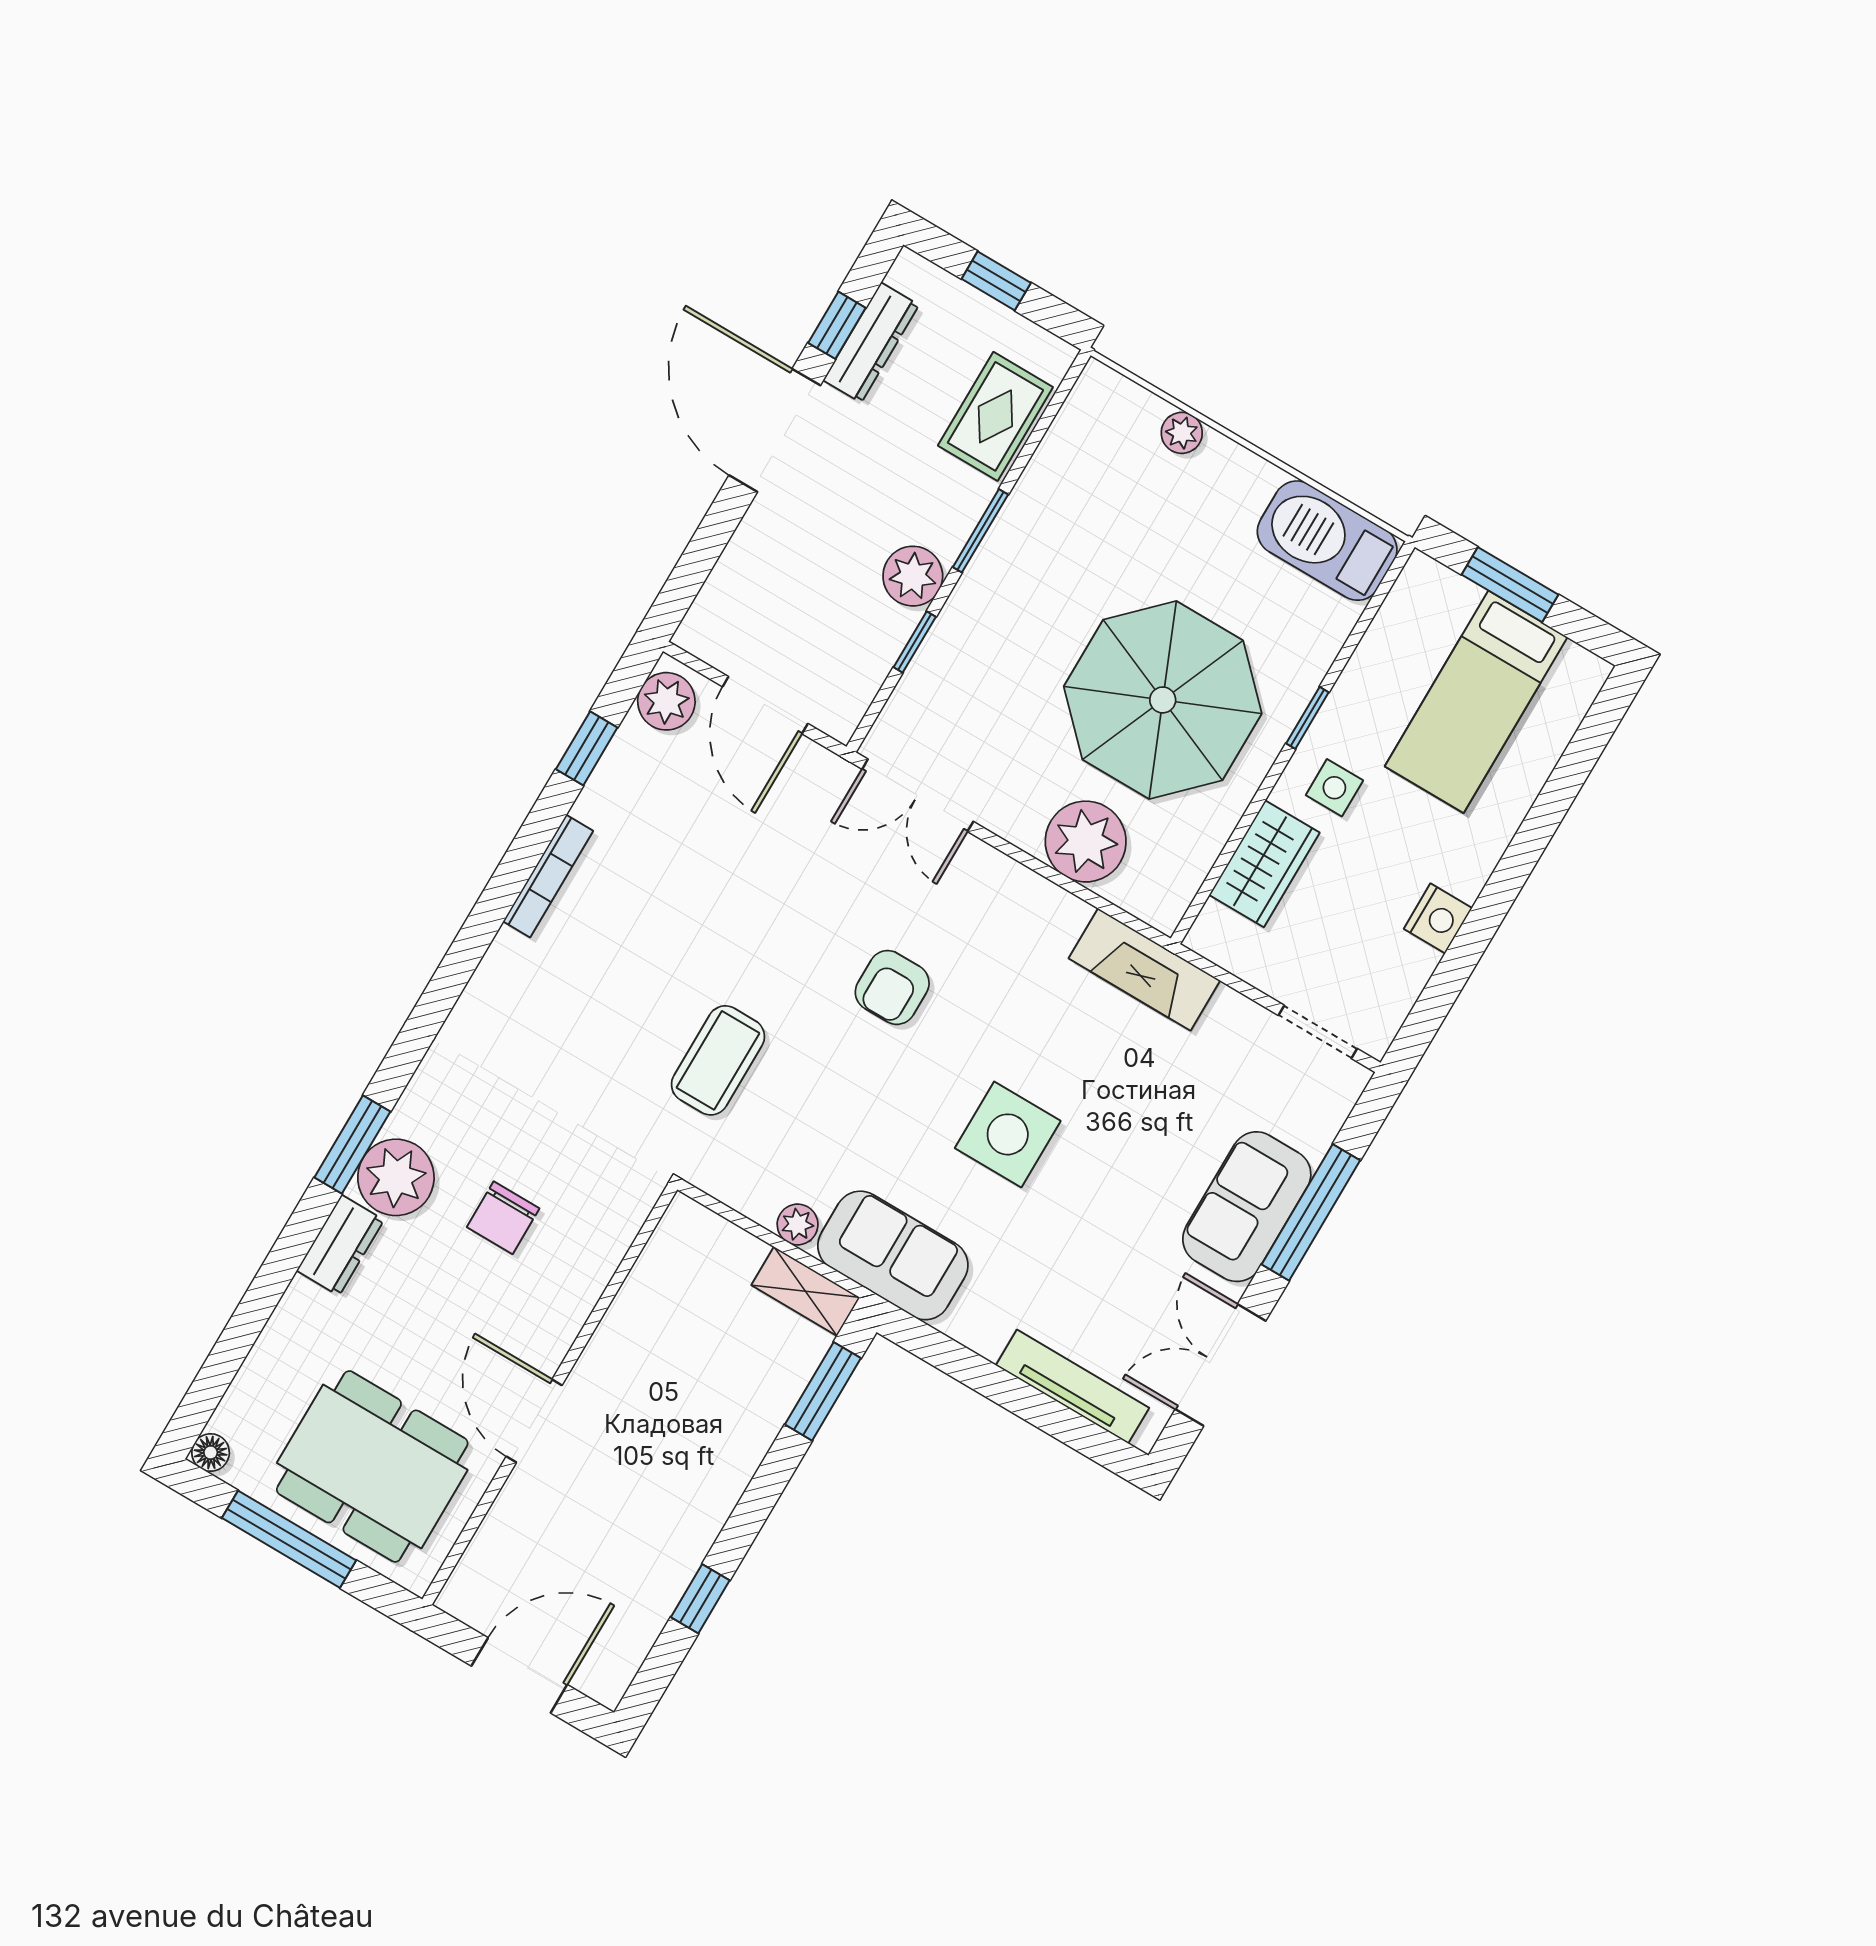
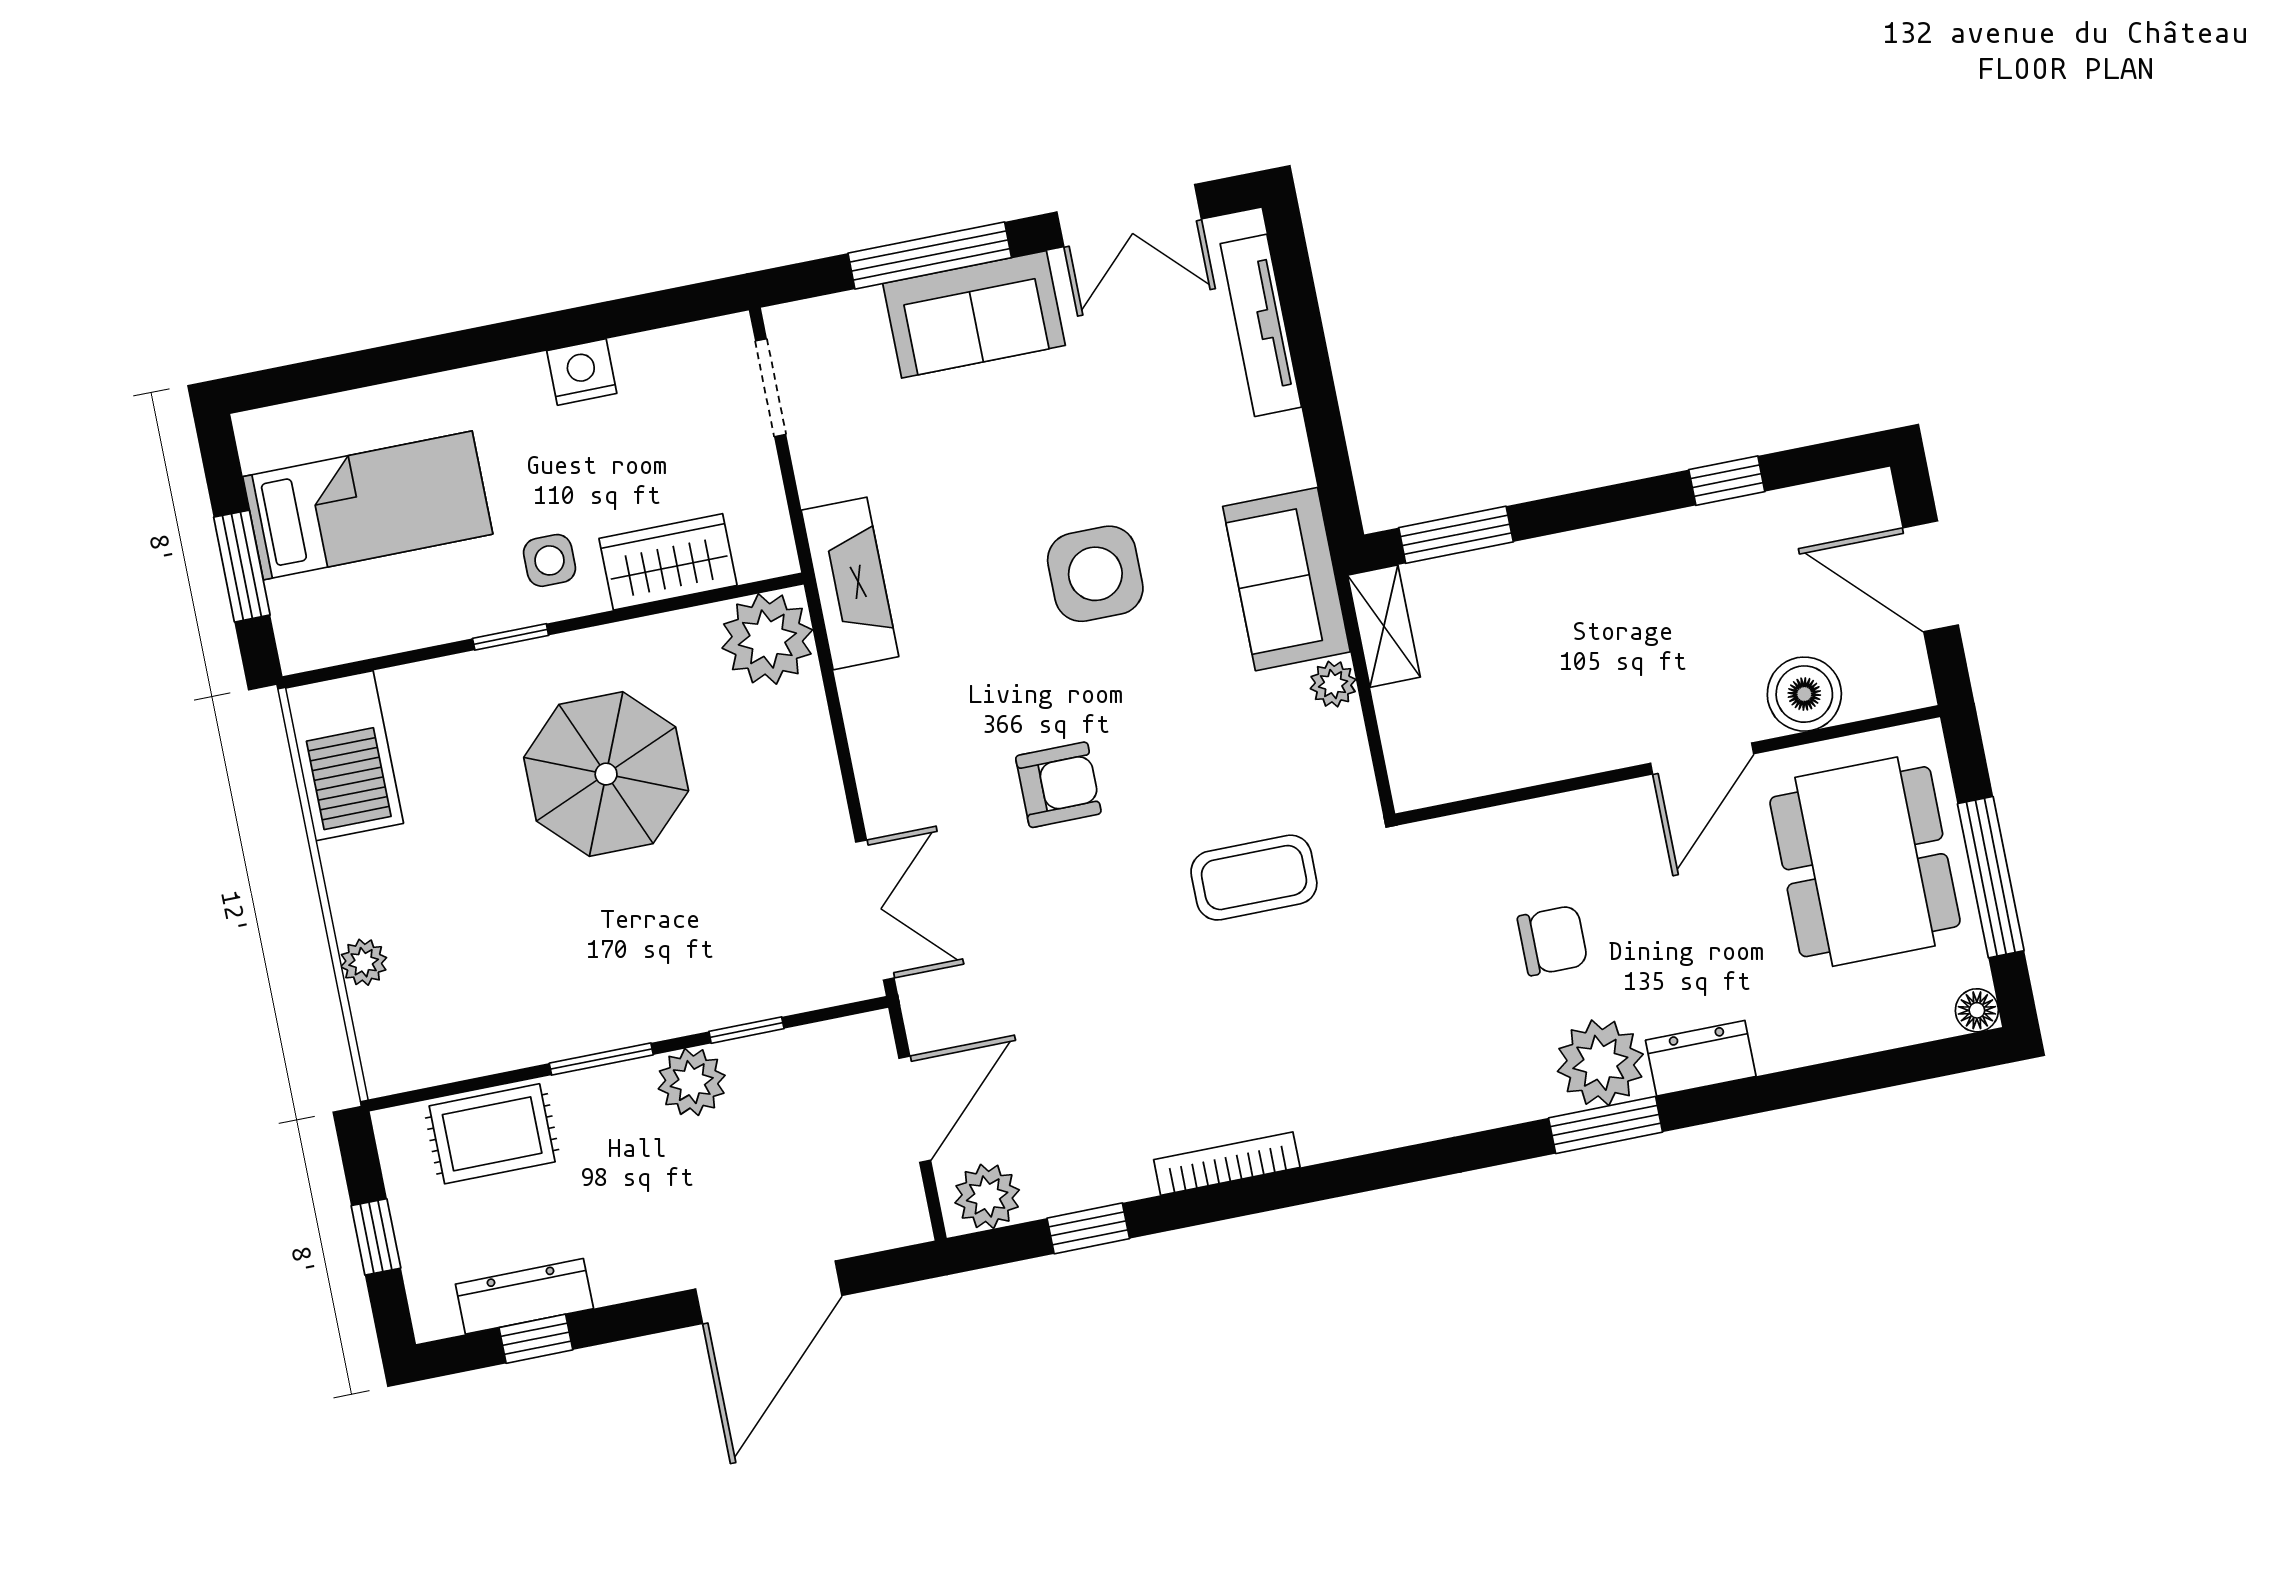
door: (775, 430) -> (769, 1292), moved
parasol: (1163, 700) -> (606, 774), width x0.73, depth x0.73
plant: (1086, 842) -> (767, 639), moved
boiler: (516, 1525) -> (1804, 694), added

